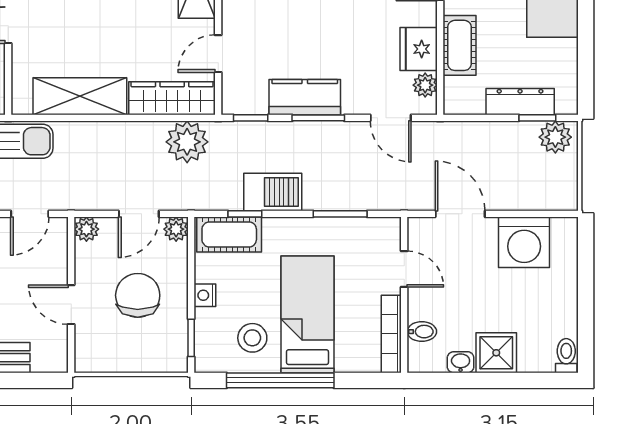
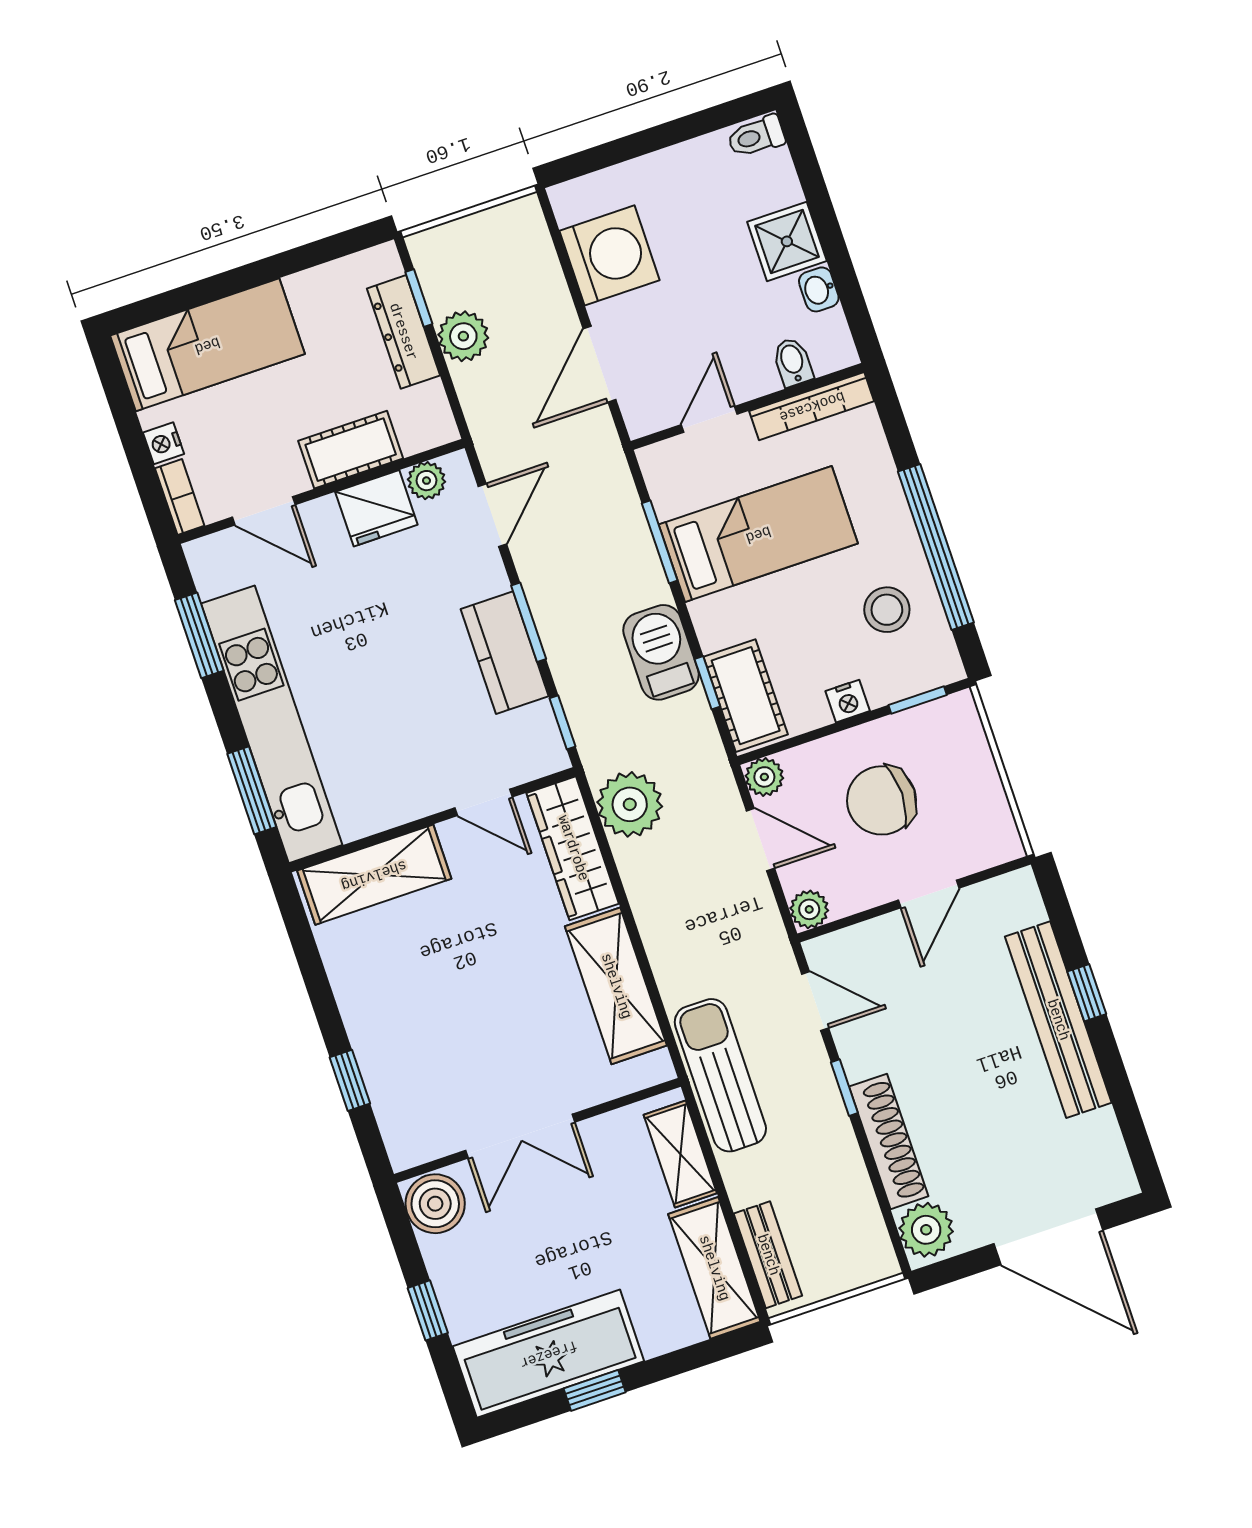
plant: (555, 137) -> (463, 336), moved
bed: (307, 314) -> (758, 534), moved, turned 180

